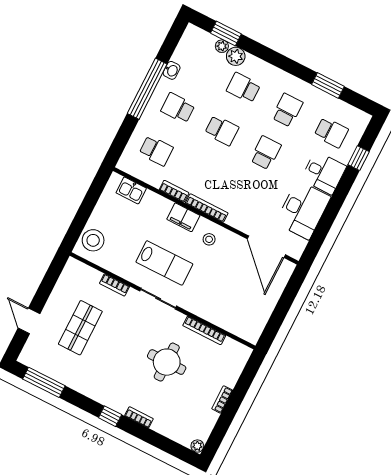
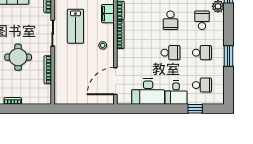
window: (328, 85) -> (228, 56), moved
school desk: (331, 132) -> (202, 85), turned -90
filing cabinet: (183, 217) -> (108, 14), moved

